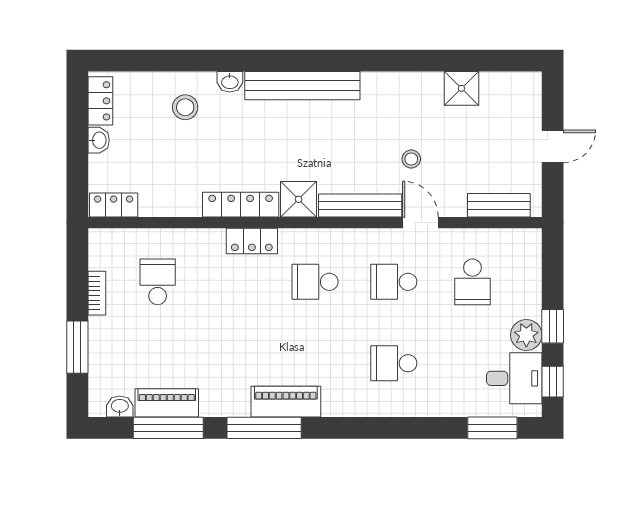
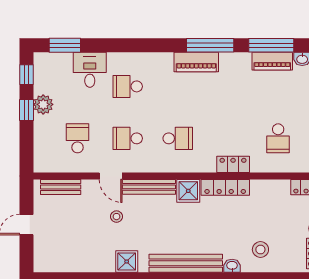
shower: (461, 88) -> (127, 261), moved
locker: (252, 241) -> (233, 164), moved
school desk: (394, 282) -> (128, 138), turned 180
school desk: (394, 363) -> (128, 86), turned 180
desk: (514, 378) -> (90, 70), moved, turned 90

